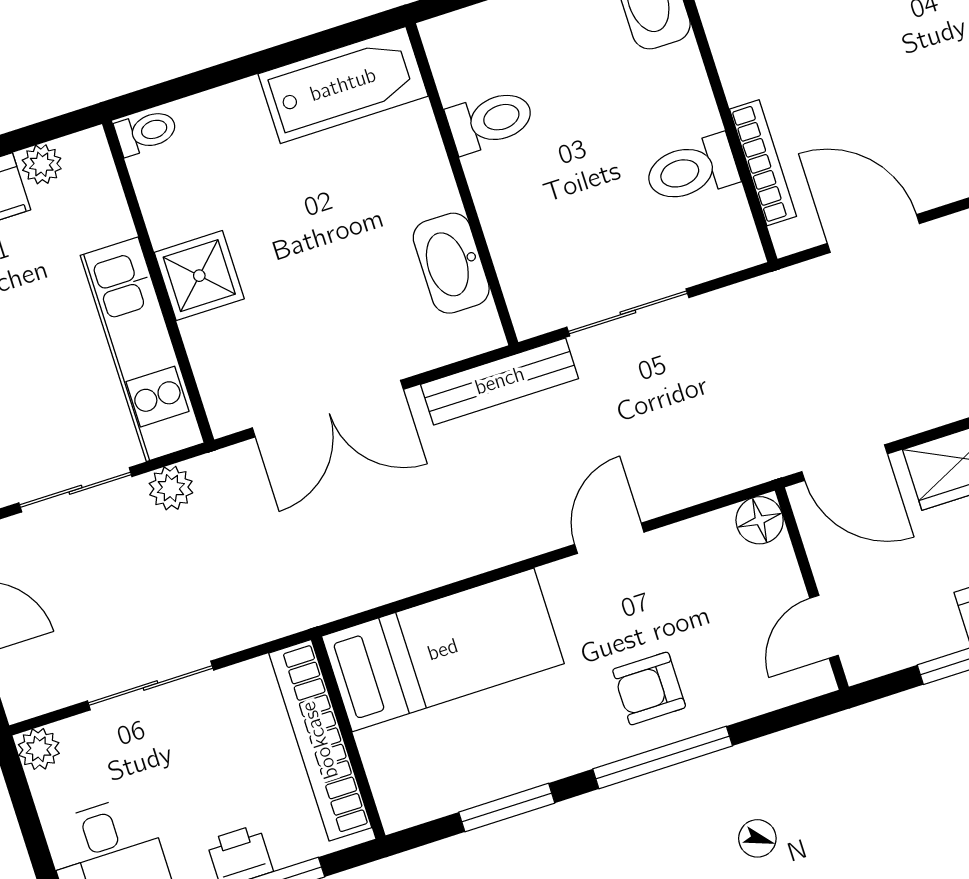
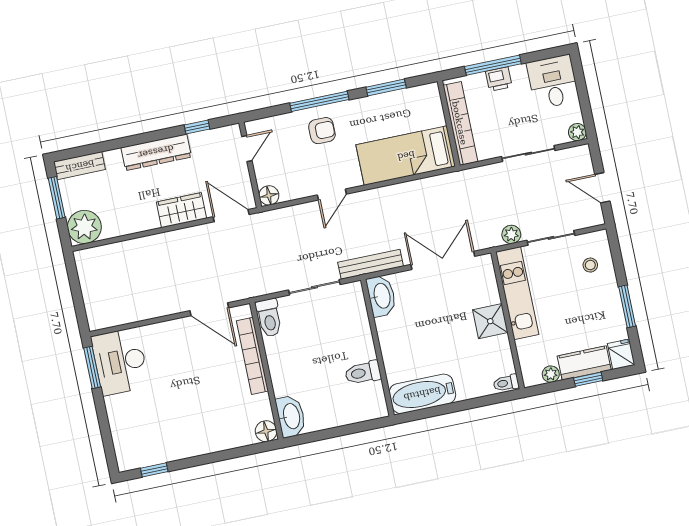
bookcase: (763, 163) -> (252, 356), width x1.48, depth x1.31
toilet: (692, 170) -> (269, 318), moved, turned 90
washbasin: (451, 263) -> (381, 296), moved

